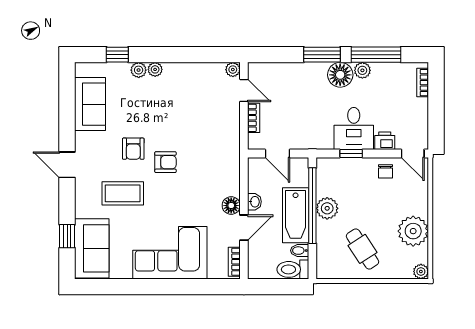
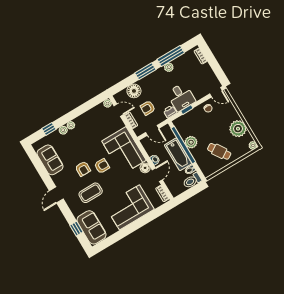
floor lamp: (340, 75) -> (134, 91), moved
armchair: (291, 114) -> (148, 108), added
printer: (385, 141) -> (170, 112), moved
corner sofa: (214, 159) -> (124, 151), added
door: (67, 165) -> (56, 195), hinge flipped

